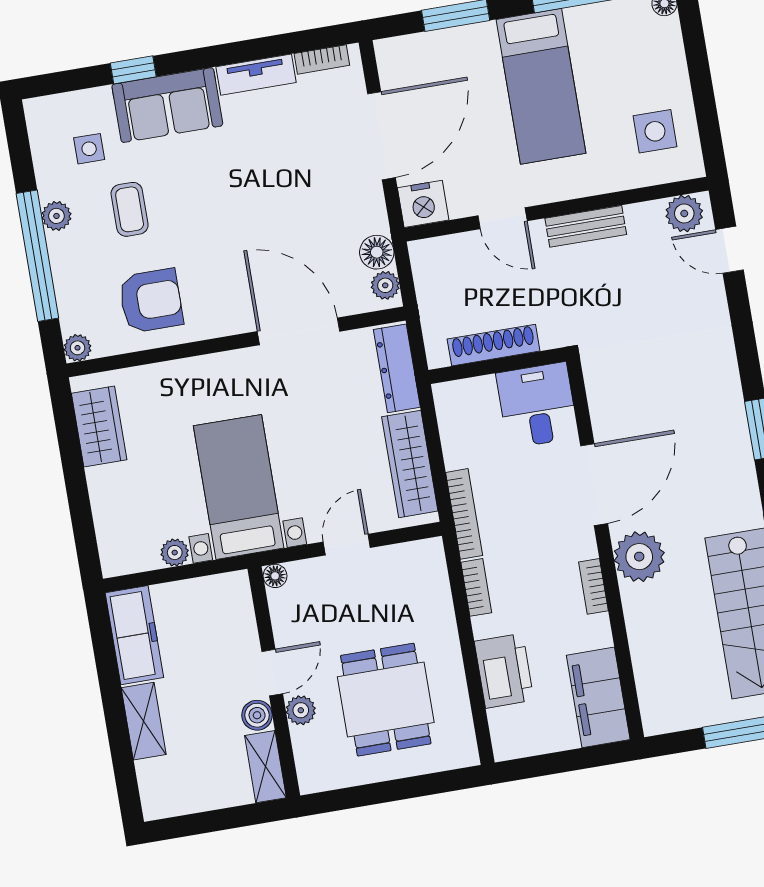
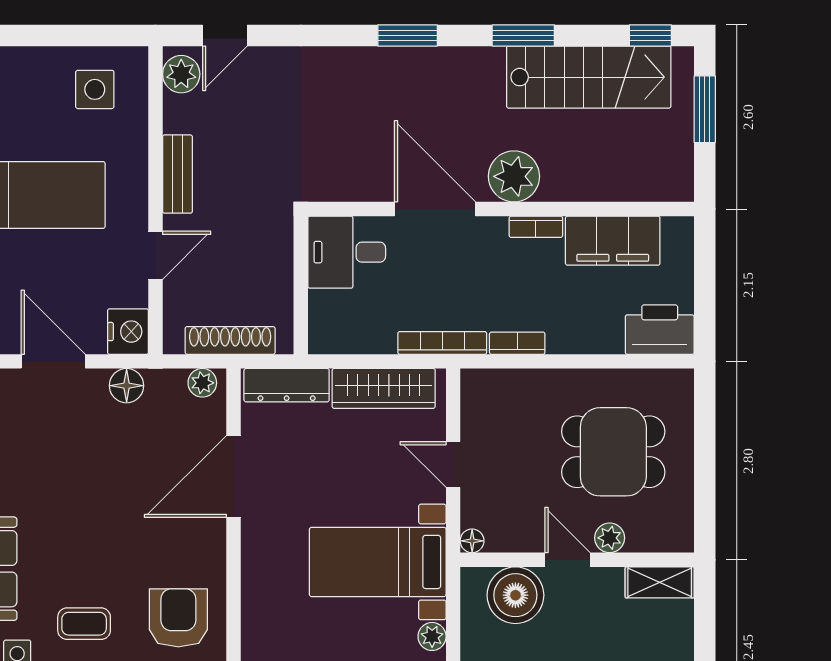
door: (382, 136) -> (53, 361), width x0.73
floor lamp: (377, 252) -> (127, 386), moved
shoe rack: (494, 345) -> (230, 340), moved, turned 90
printer: (504, 671) -> (660, 330), moved
filing cabinet: (598, 697) -> (613, 241), moved
boiler: (257, 715) -> (515, 595), moved, width x1.86, depth x1.86

